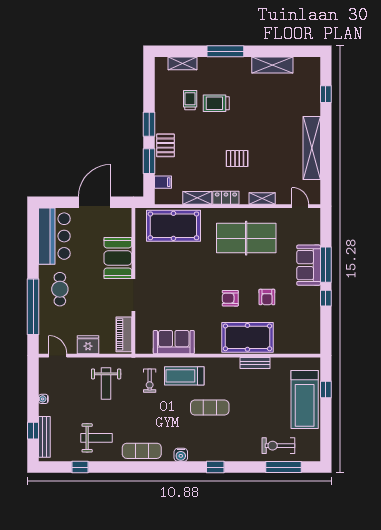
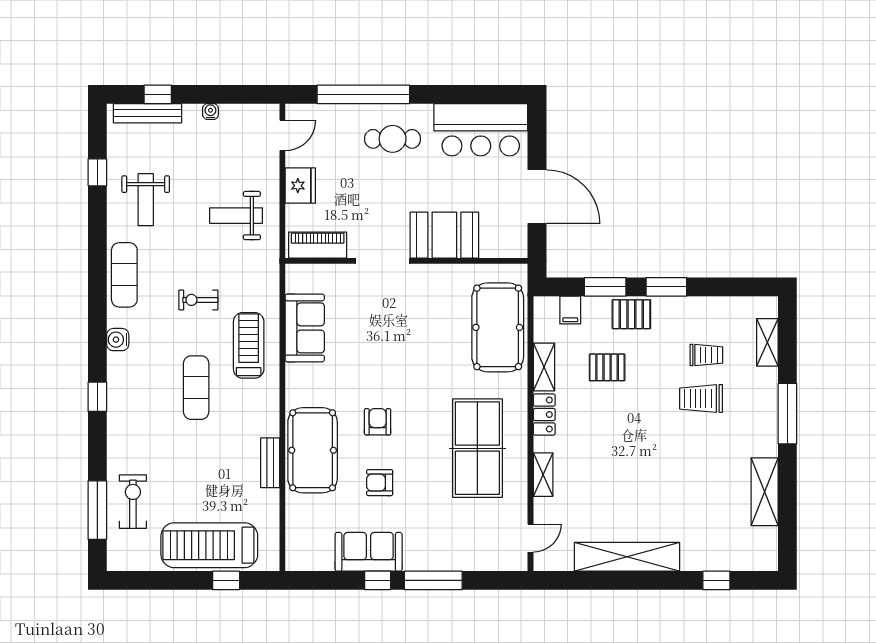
trolley: (216, 103) -> (701, 399), turned -90
pallet: (237, 159) -> (607, 367), moved, turned 90
sofa: (309, 265) -> (369, 552), moved
exercise bike: (150, 381) -> (198, 300), moved

